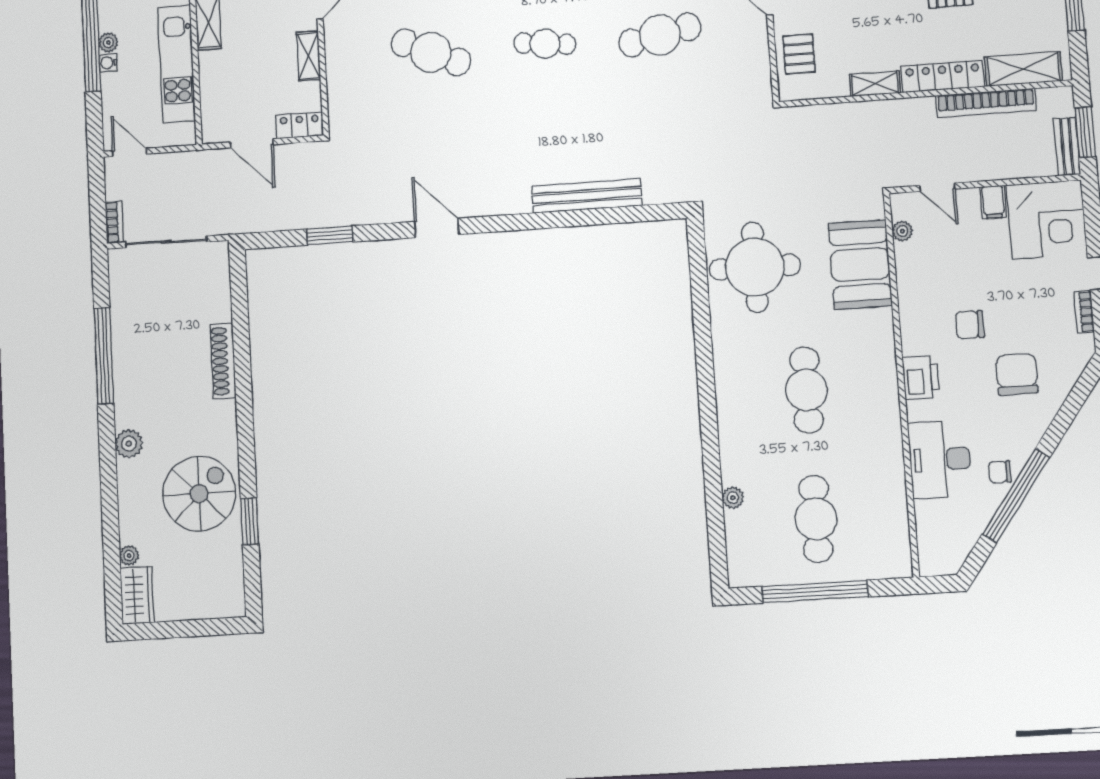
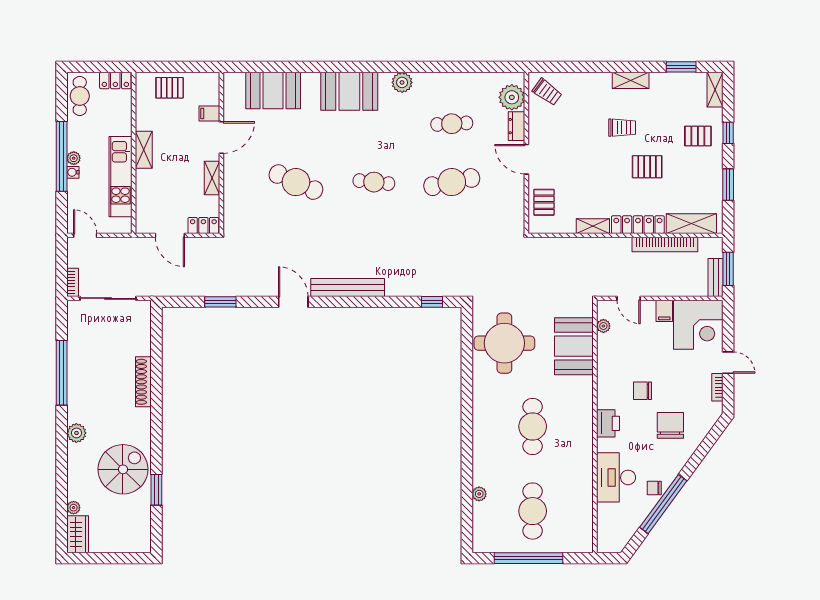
bench: (587, 196) -> (348, 288), moved
window: (642, 213) -> (432, 302), added

